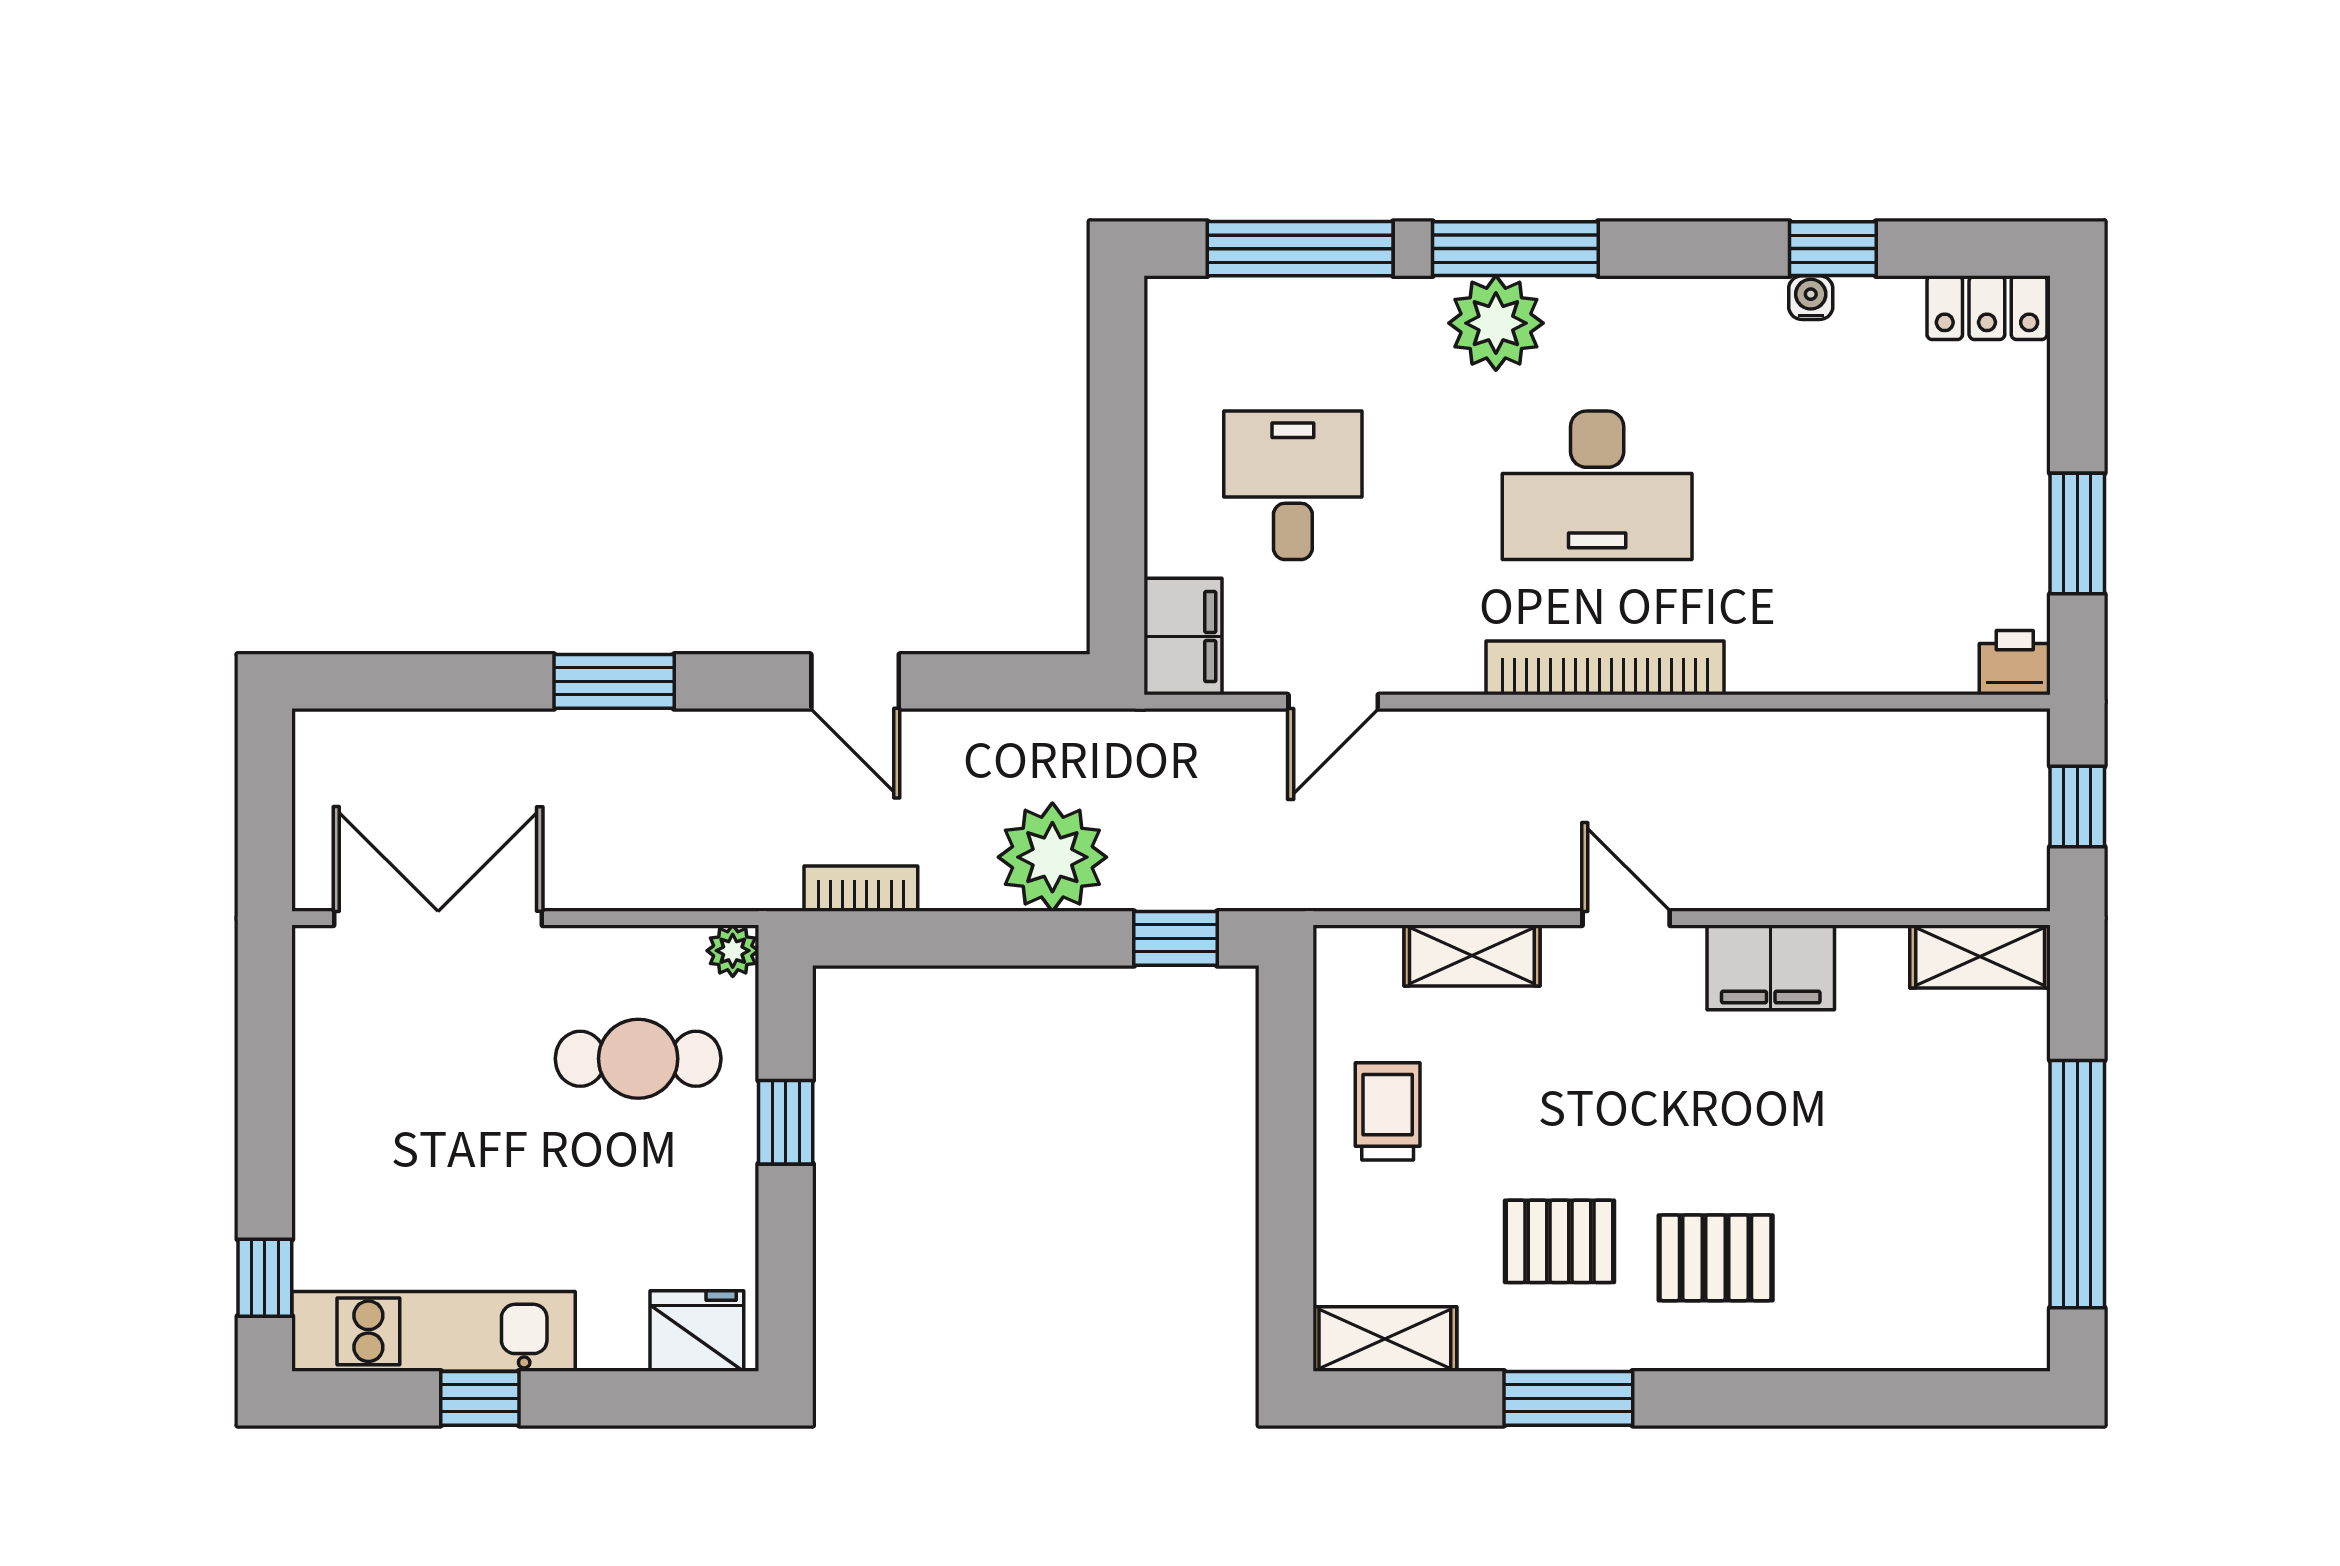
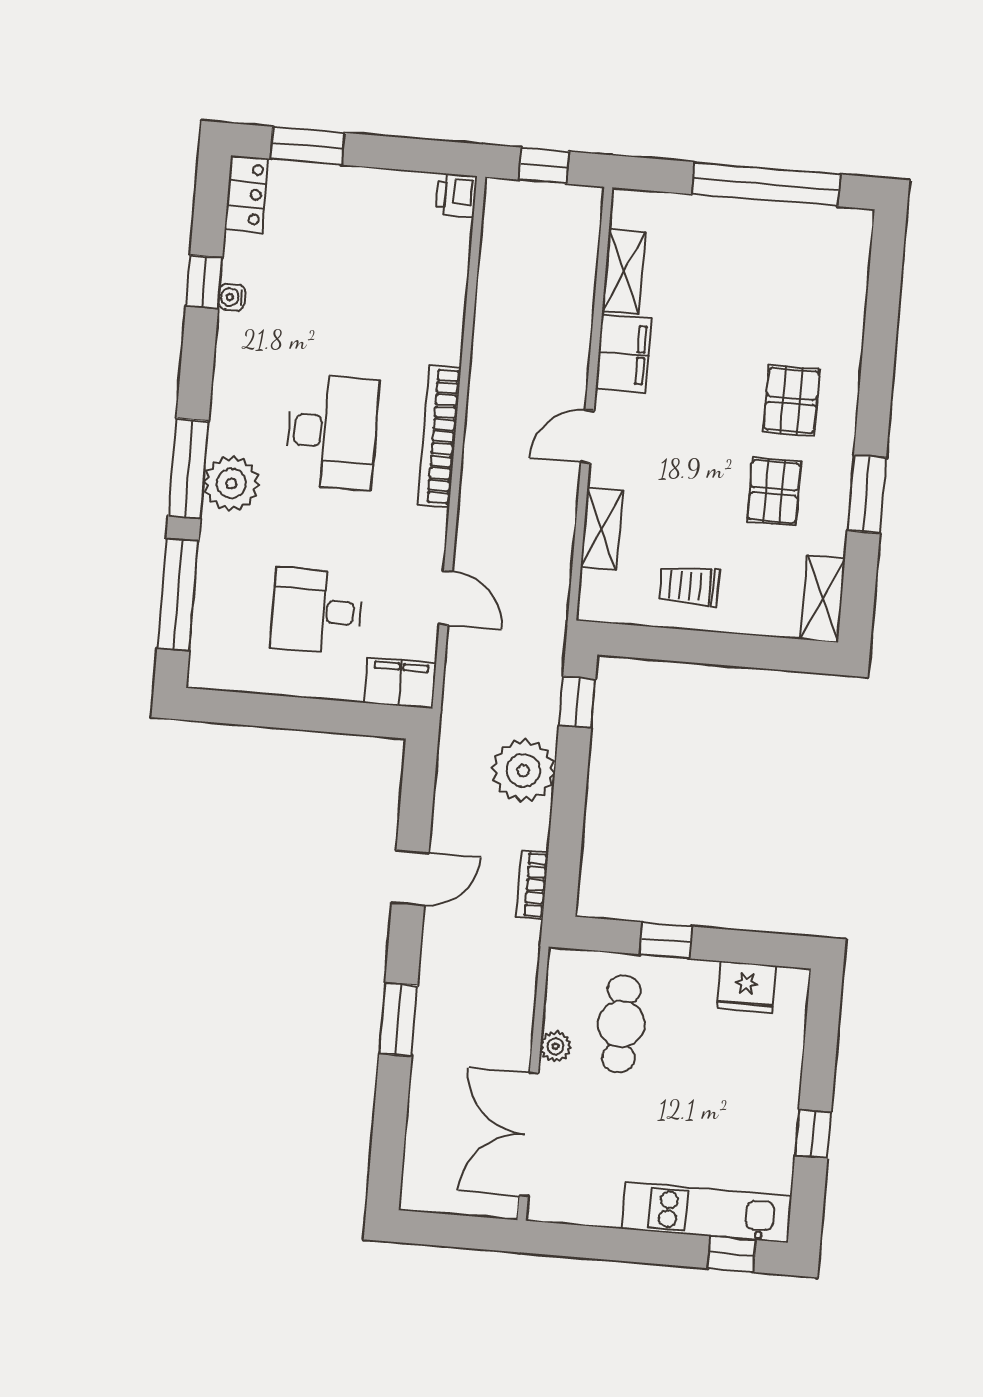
window: (2077, 534) -> (307, 146), moved
plant: (733, 951) -> (555, 1046), moved
shelving: (1980, 956) -> (624, 271), moved
kitchen unit: (434, 1331) -> (707, 1212), moved, turned 90
fridge: (697, 1331) -> (746, 987), moved, turned -90

